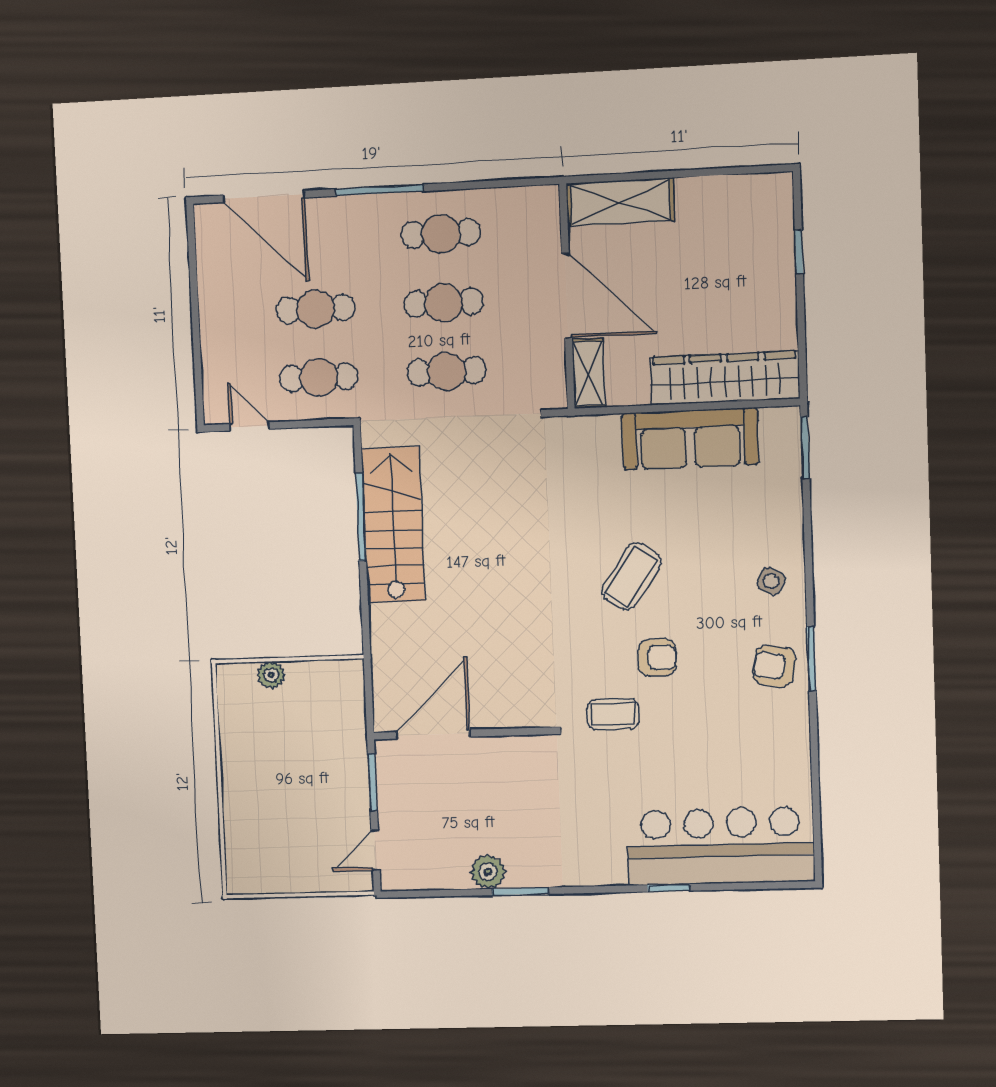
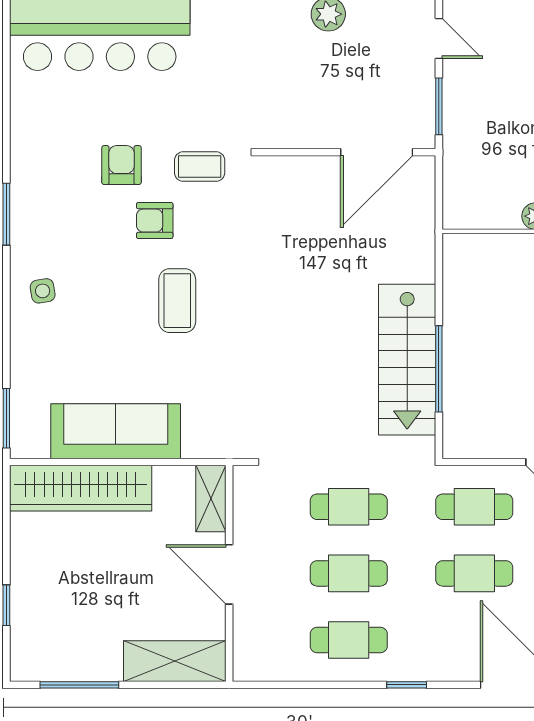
window: (719, 172) -> (79, 685), added
window: (380, 190) -> (407, 685), width x0.46
door: (567, 296) -> (229, 574), width x0.73
coffee table: (631, 576) -> (177, 301), turned -35
side table: (771, 581) -> (43, 291), turned -37
armchair: (774, 666) -> (122, 165), moved, turned -100
door: (375, 850) -> (439, 39), hinge flipped

